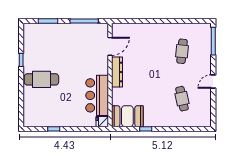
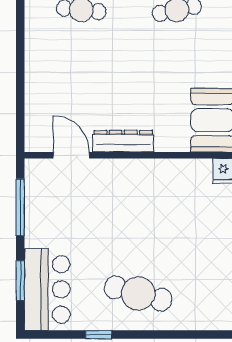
cafe table: (41, 79) -> (138, 294), turned -75
bar counter: (97, 95) -> (47, 289), moved, turned -90

